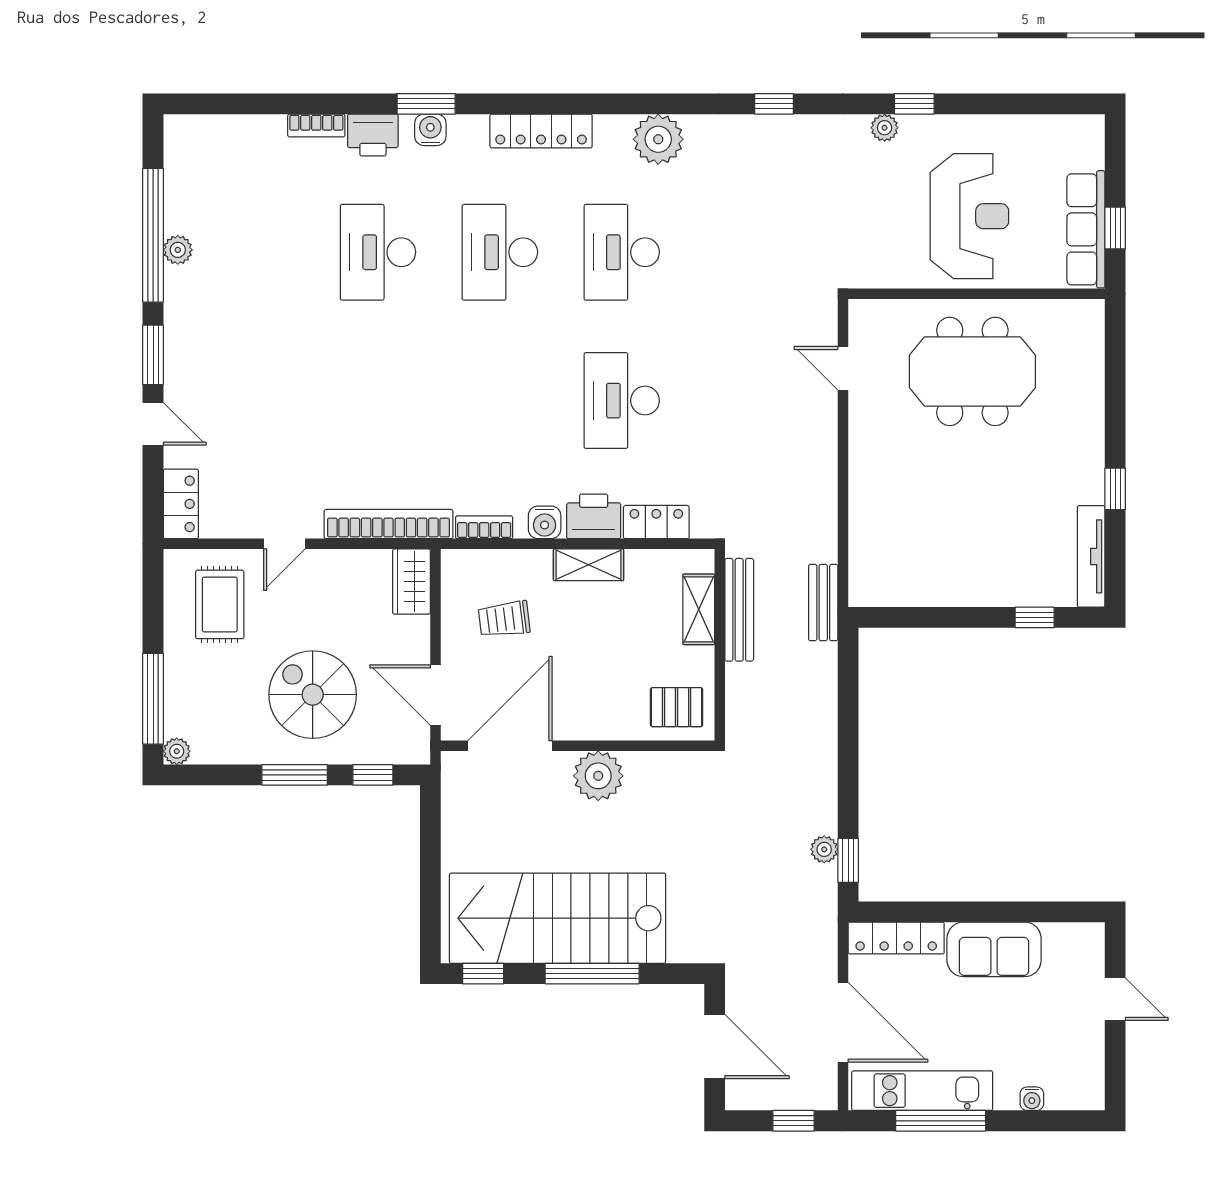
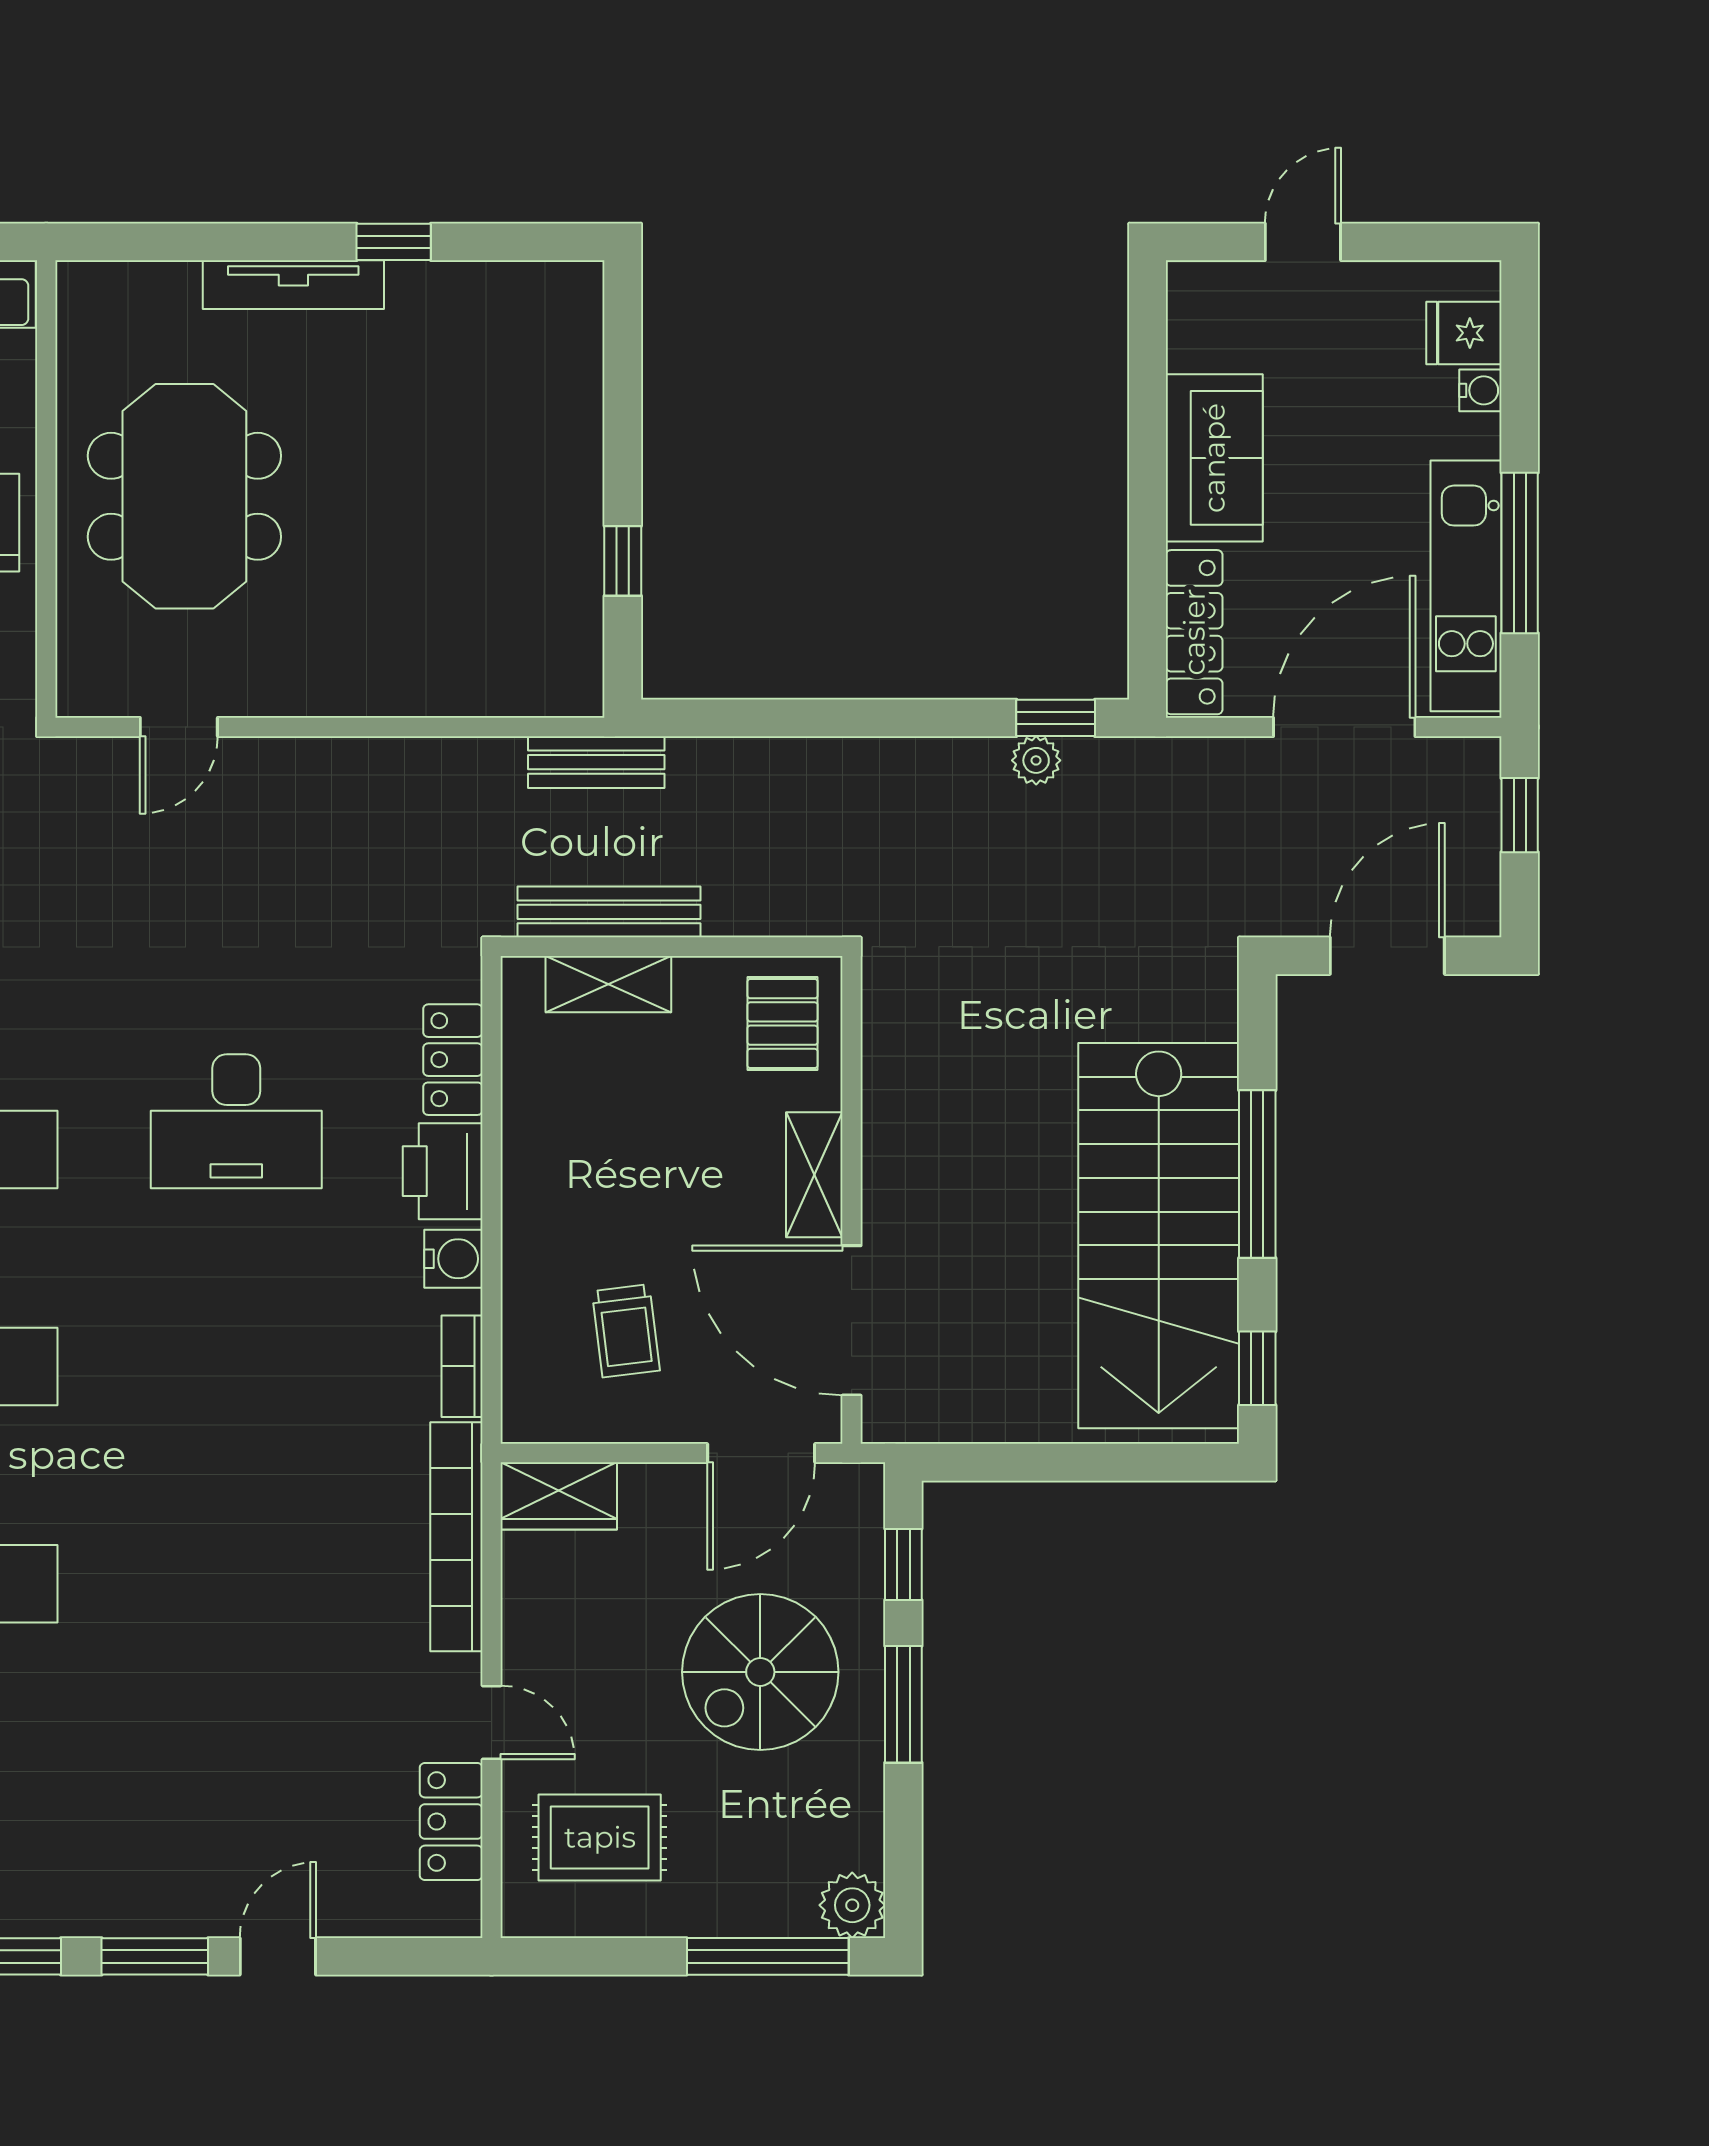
locker: (181, 504) -> (451, 1822), moved, turned -90
tv unit: (1091, 556) -> (293, 285), moved
shelving: (589, 565) -> (814, 1175), moved
window: (1035, 617) -> (623, 561), moved
plant: (177, 751) -> (852, 1905), width x1.38, depth x1.38
plant: (598, 776) -> (905, 1163), removed
fridge: (1064, 1089) -> (1464, 333), added

